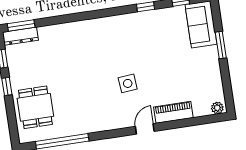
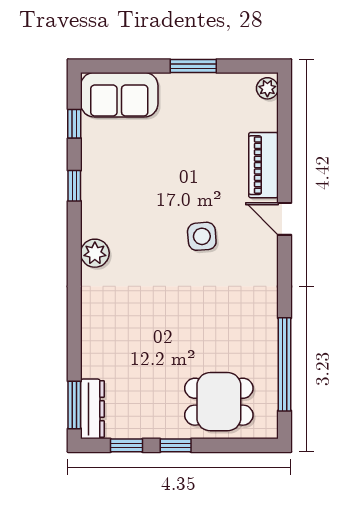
plant: (109, 24) -> (95, 253), added
window: (221, 45) -> (193, 66), moved

